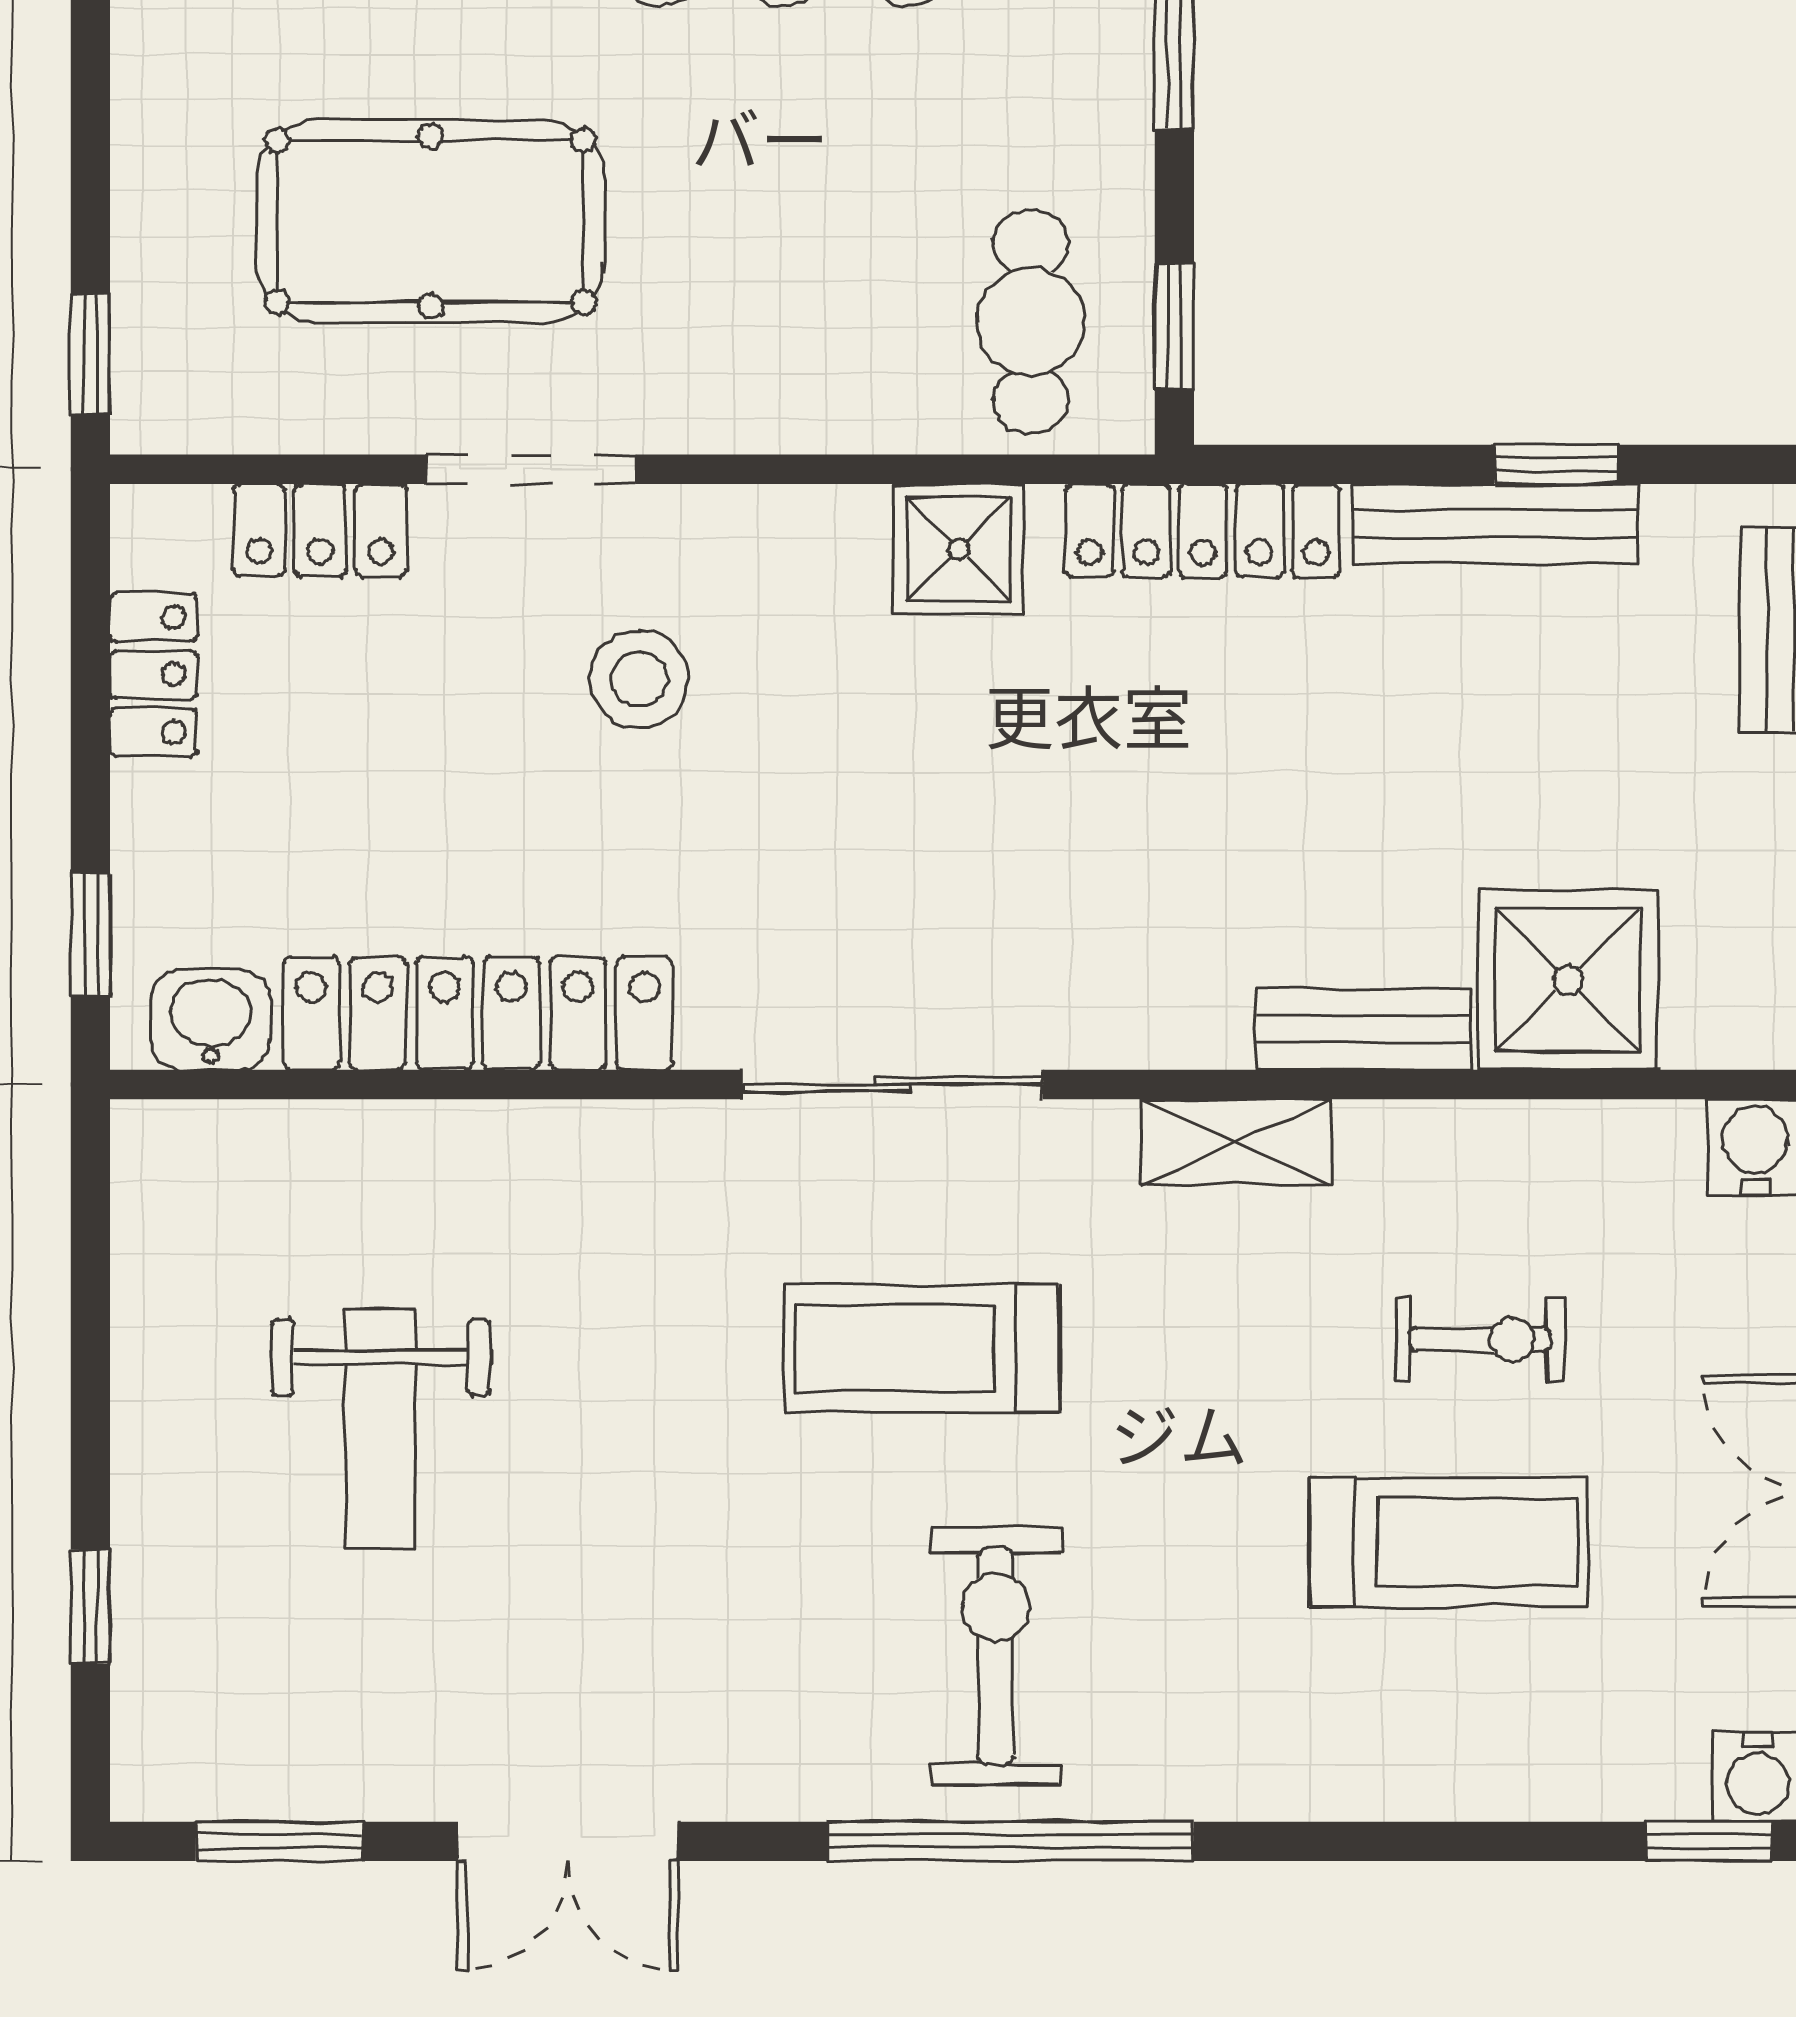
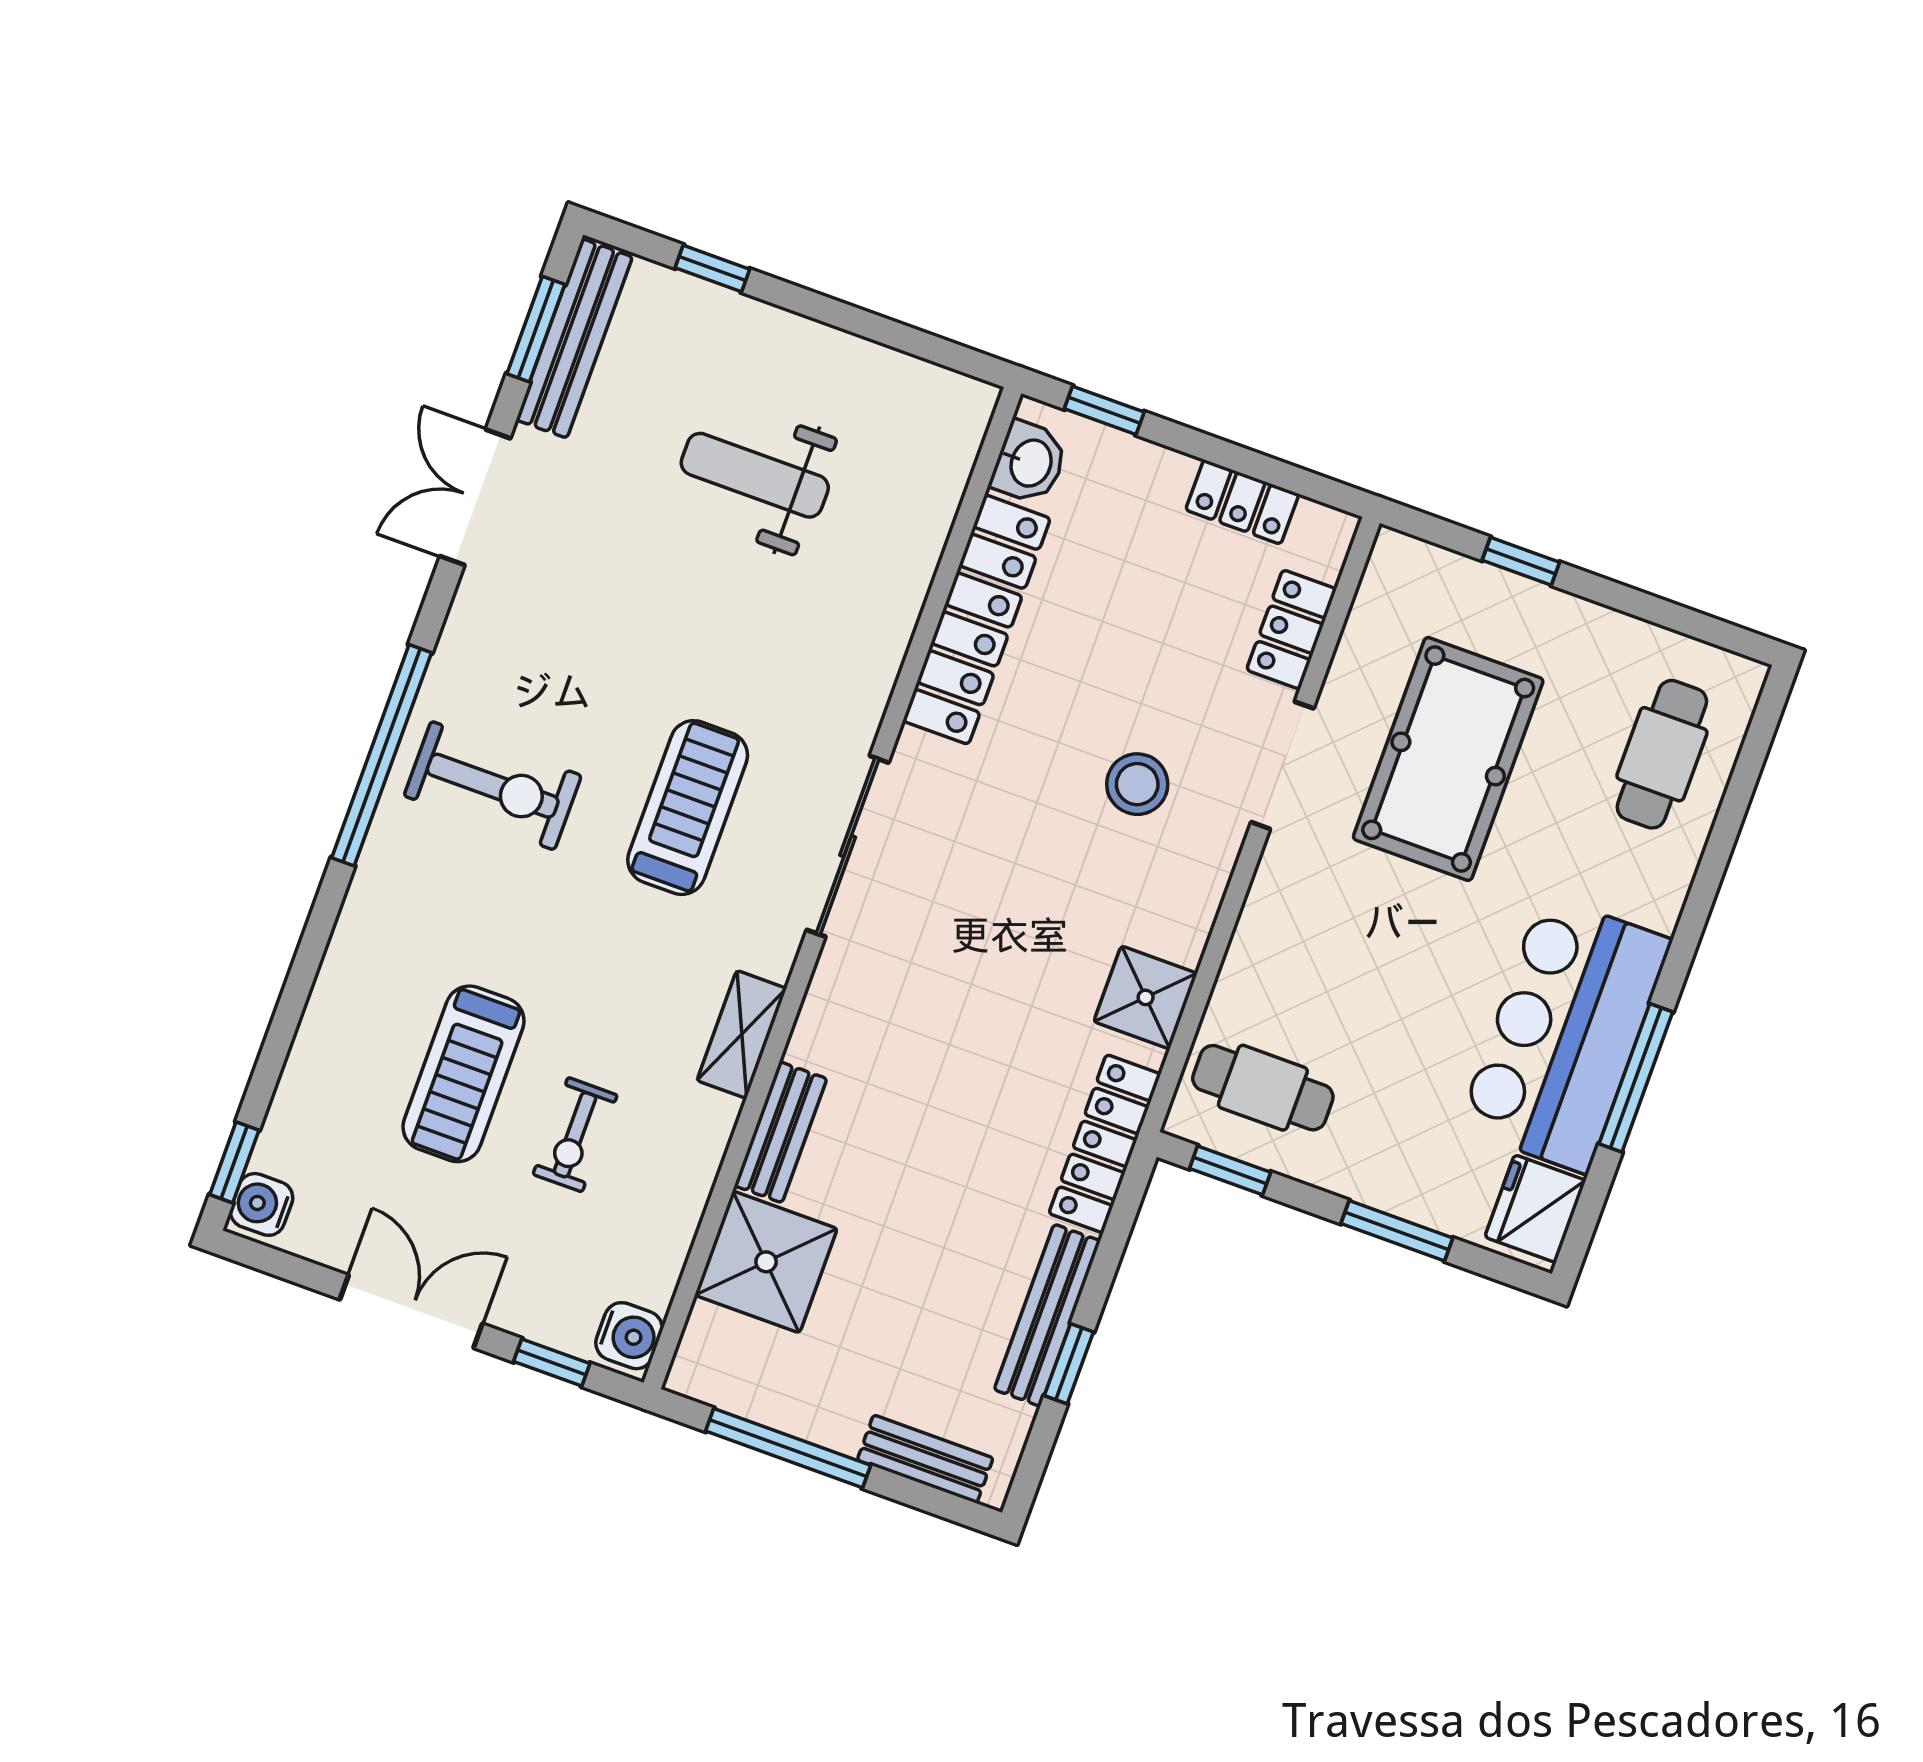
window: (90, 354) -> (1521, 561), moved
bench: (272, 1778) -> (574, 338), added

